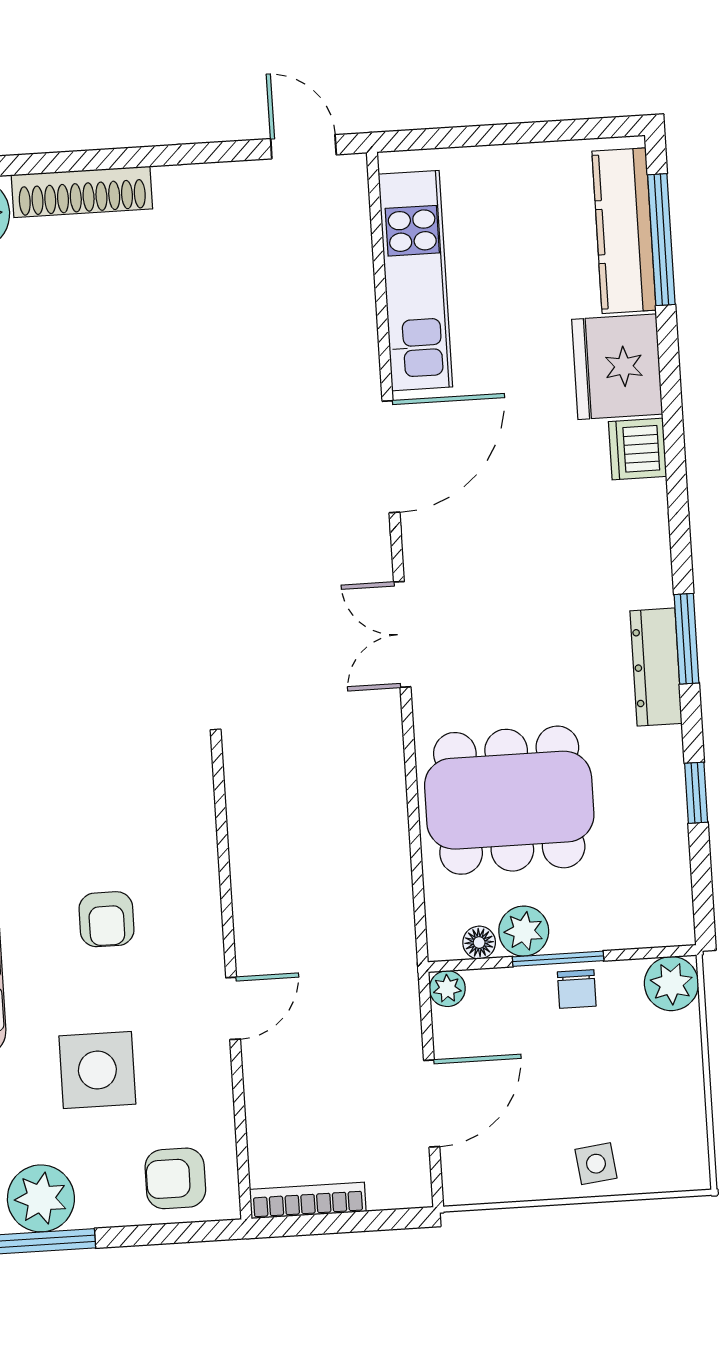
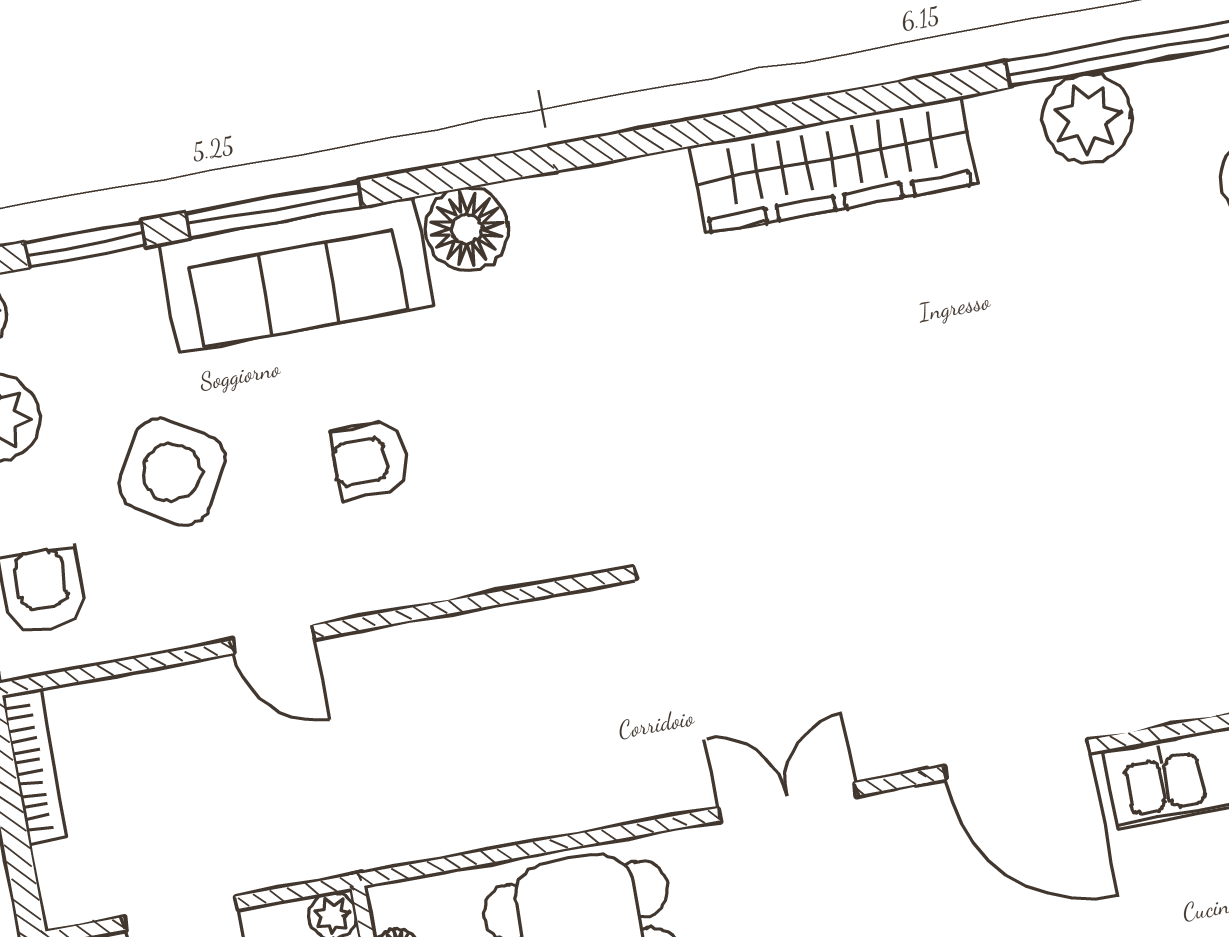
side table: (97, 1070) -> (172, 472), turned 30

